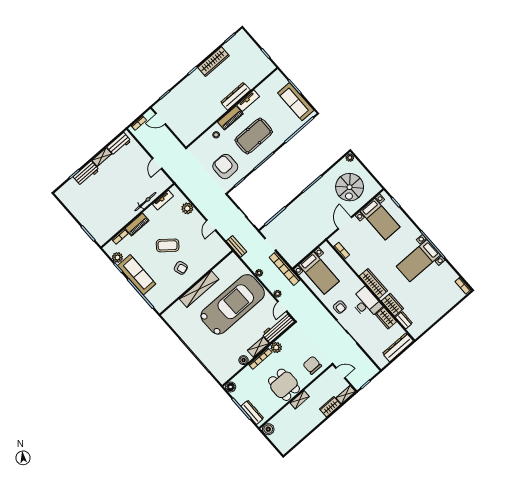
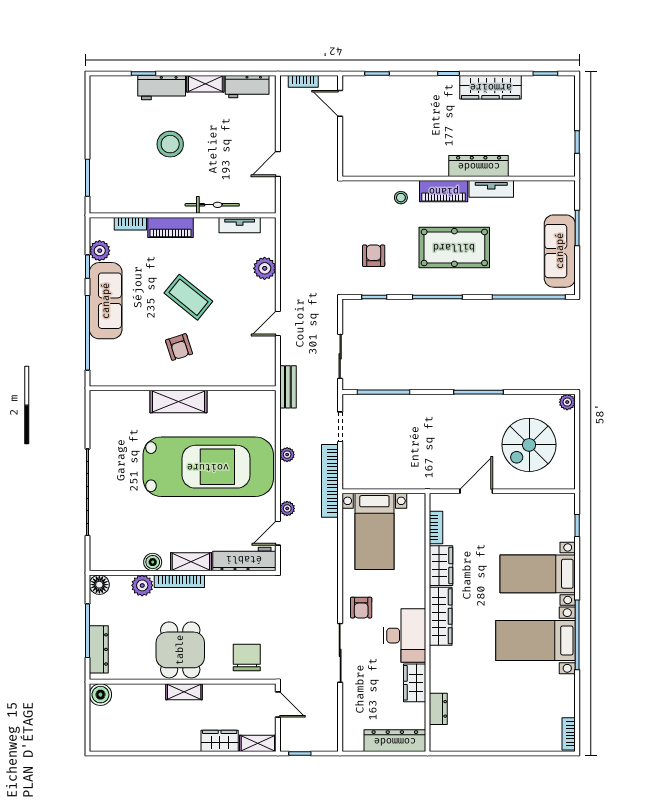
armchair: (225, 167) -> (374, 256), width x0.53, depth x0.53
stool: (109, 192) -> (170, 144), added
bed with nightstands: (380, 219) -> (538, 574), moved, turned 90
shelving: (199, 289) -> (179, 402), width x0.68
wardrobe: (392, 305) -> (441, 566), moved
plant: (276, 347) -> (142, 585), moved

